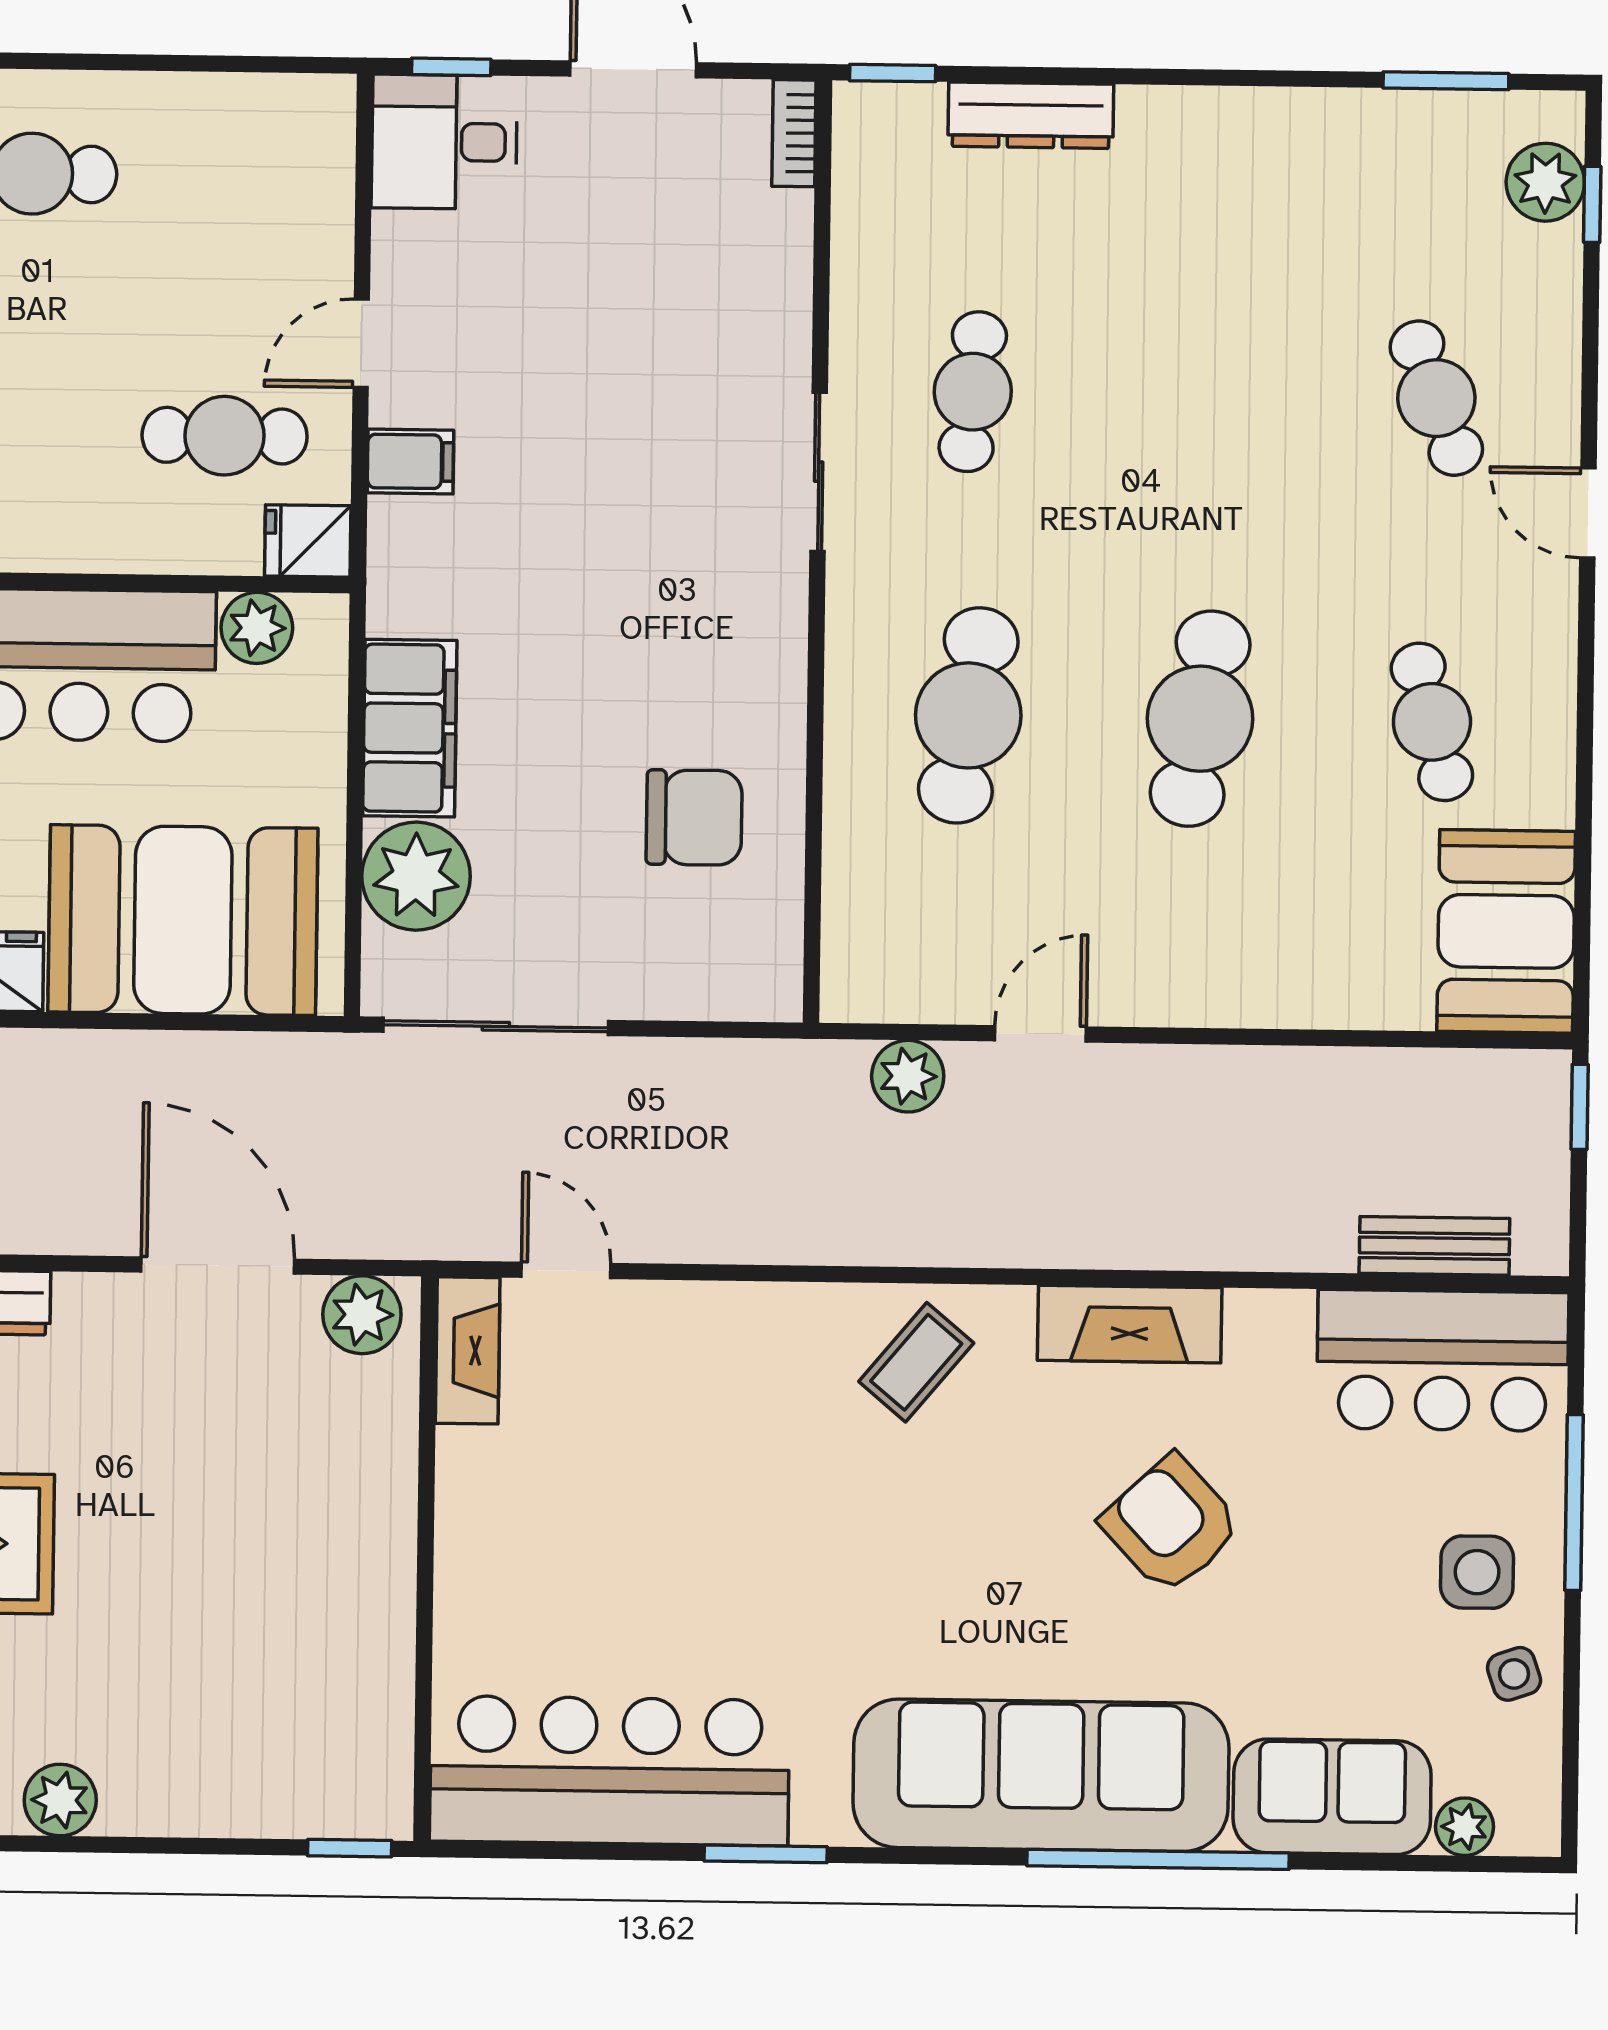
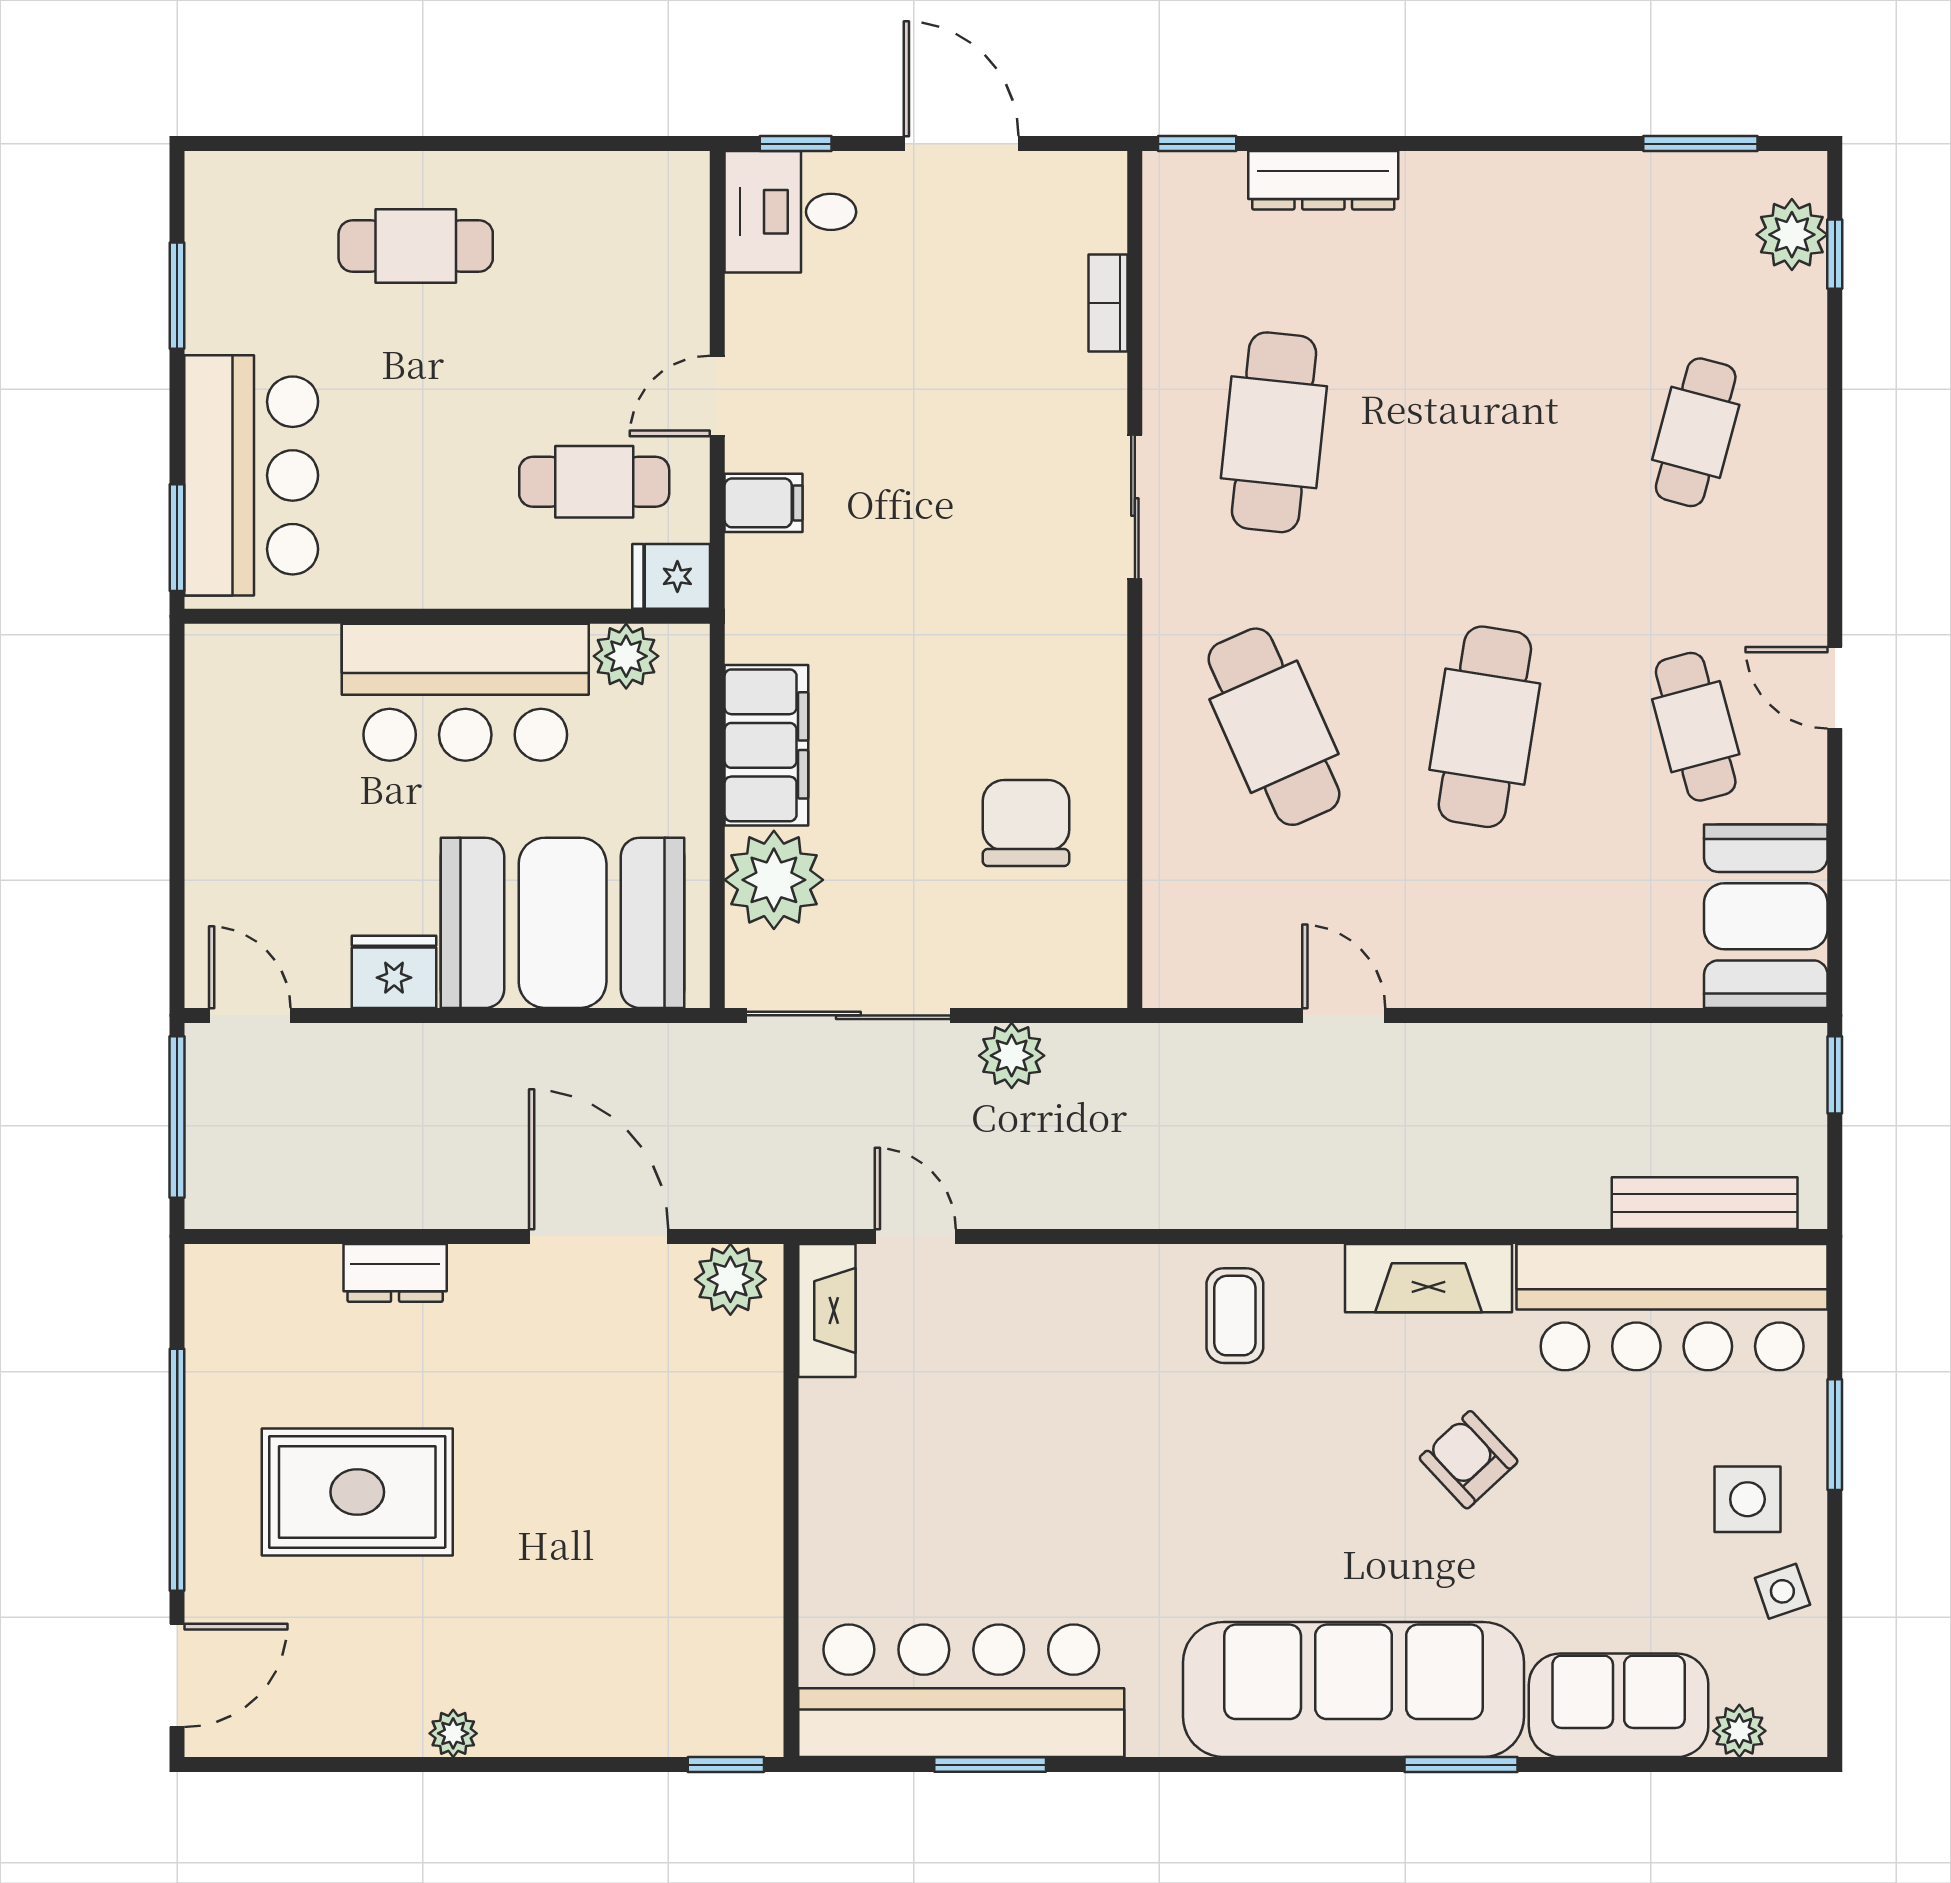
bookcase: (794, 133) -> (1108, 303), moved
cafe table: (973, 392) -> (1274, 432), width x1.37, depth x1.35
cafe table: (1436, 398) -> (1696, 432), turned 36
door: (1588, 513) -> (1835, 688), moved
cafe table: (968, 715) -> (1274, 727), turned -33
chair: (694, 818) -> (1026, 823), turned -90
door: (1040, 1034) -> (1344, 1015), hinge flipped
plant: (908, 1076) -> (1012, 1056), moved
bench: (1434, 1246) -> (1705, 1203), width x1.36
bar counter: (1443, 1360) -> (1672, 1307), width x1.36
coffee table: (916, 1362) -> (1235, 1316), turned -40
window: (1574, 1503) -> (1835, 1435), width x0.69
armchair: (1171, 1524) -> (1469, 1460), width x0.72, depth x0.72
plant: (60, 1800) -> (453, 1733), width x0.73, depth x0.73
window: (766, 1854) -> (990, 1765), moved
window: (1158, 1859) -> (1461, 1765), width x0.47

